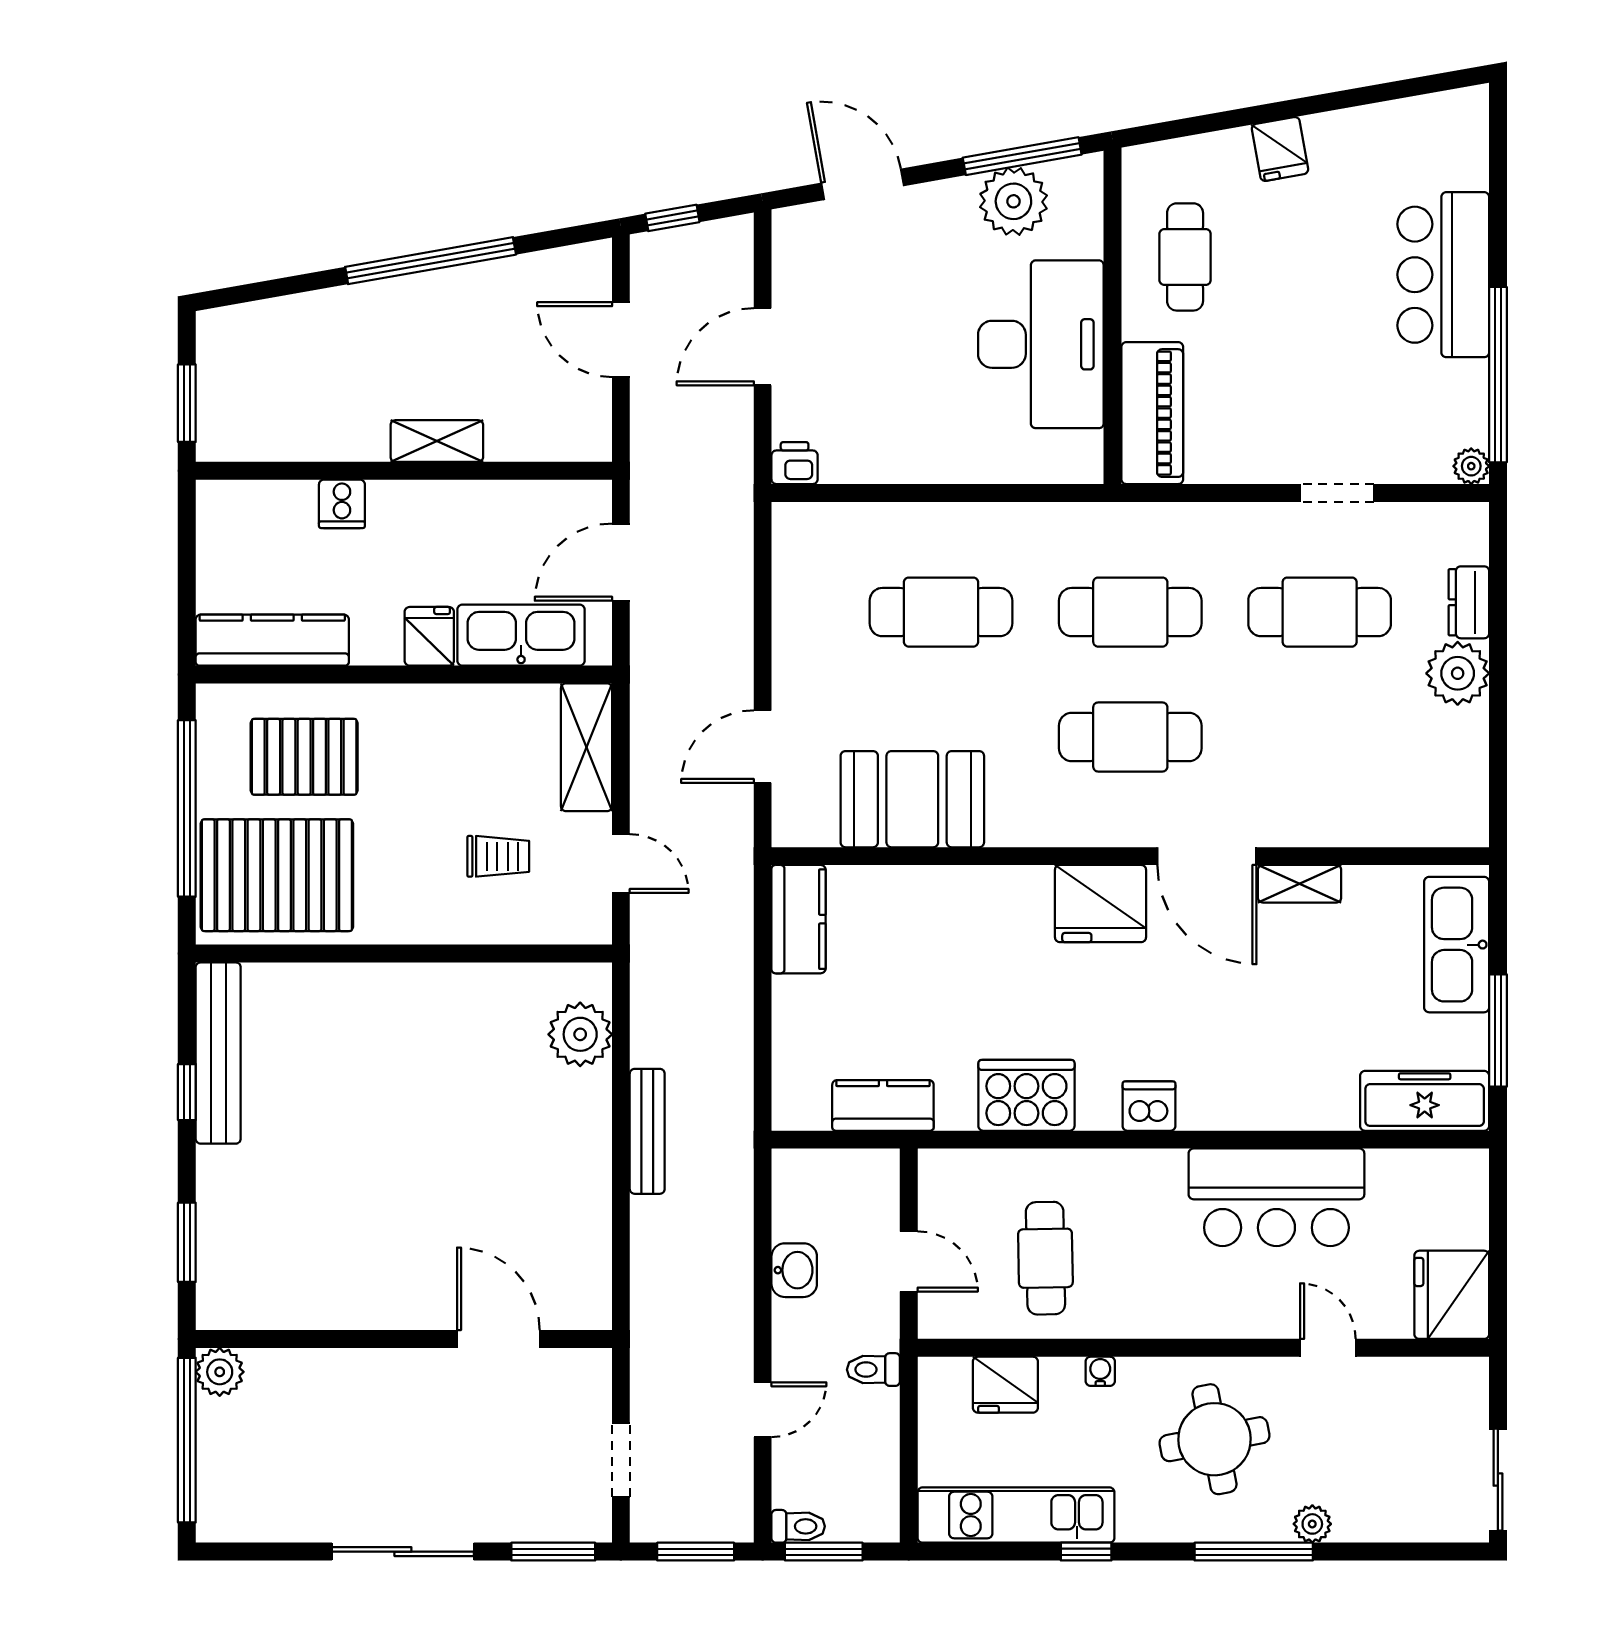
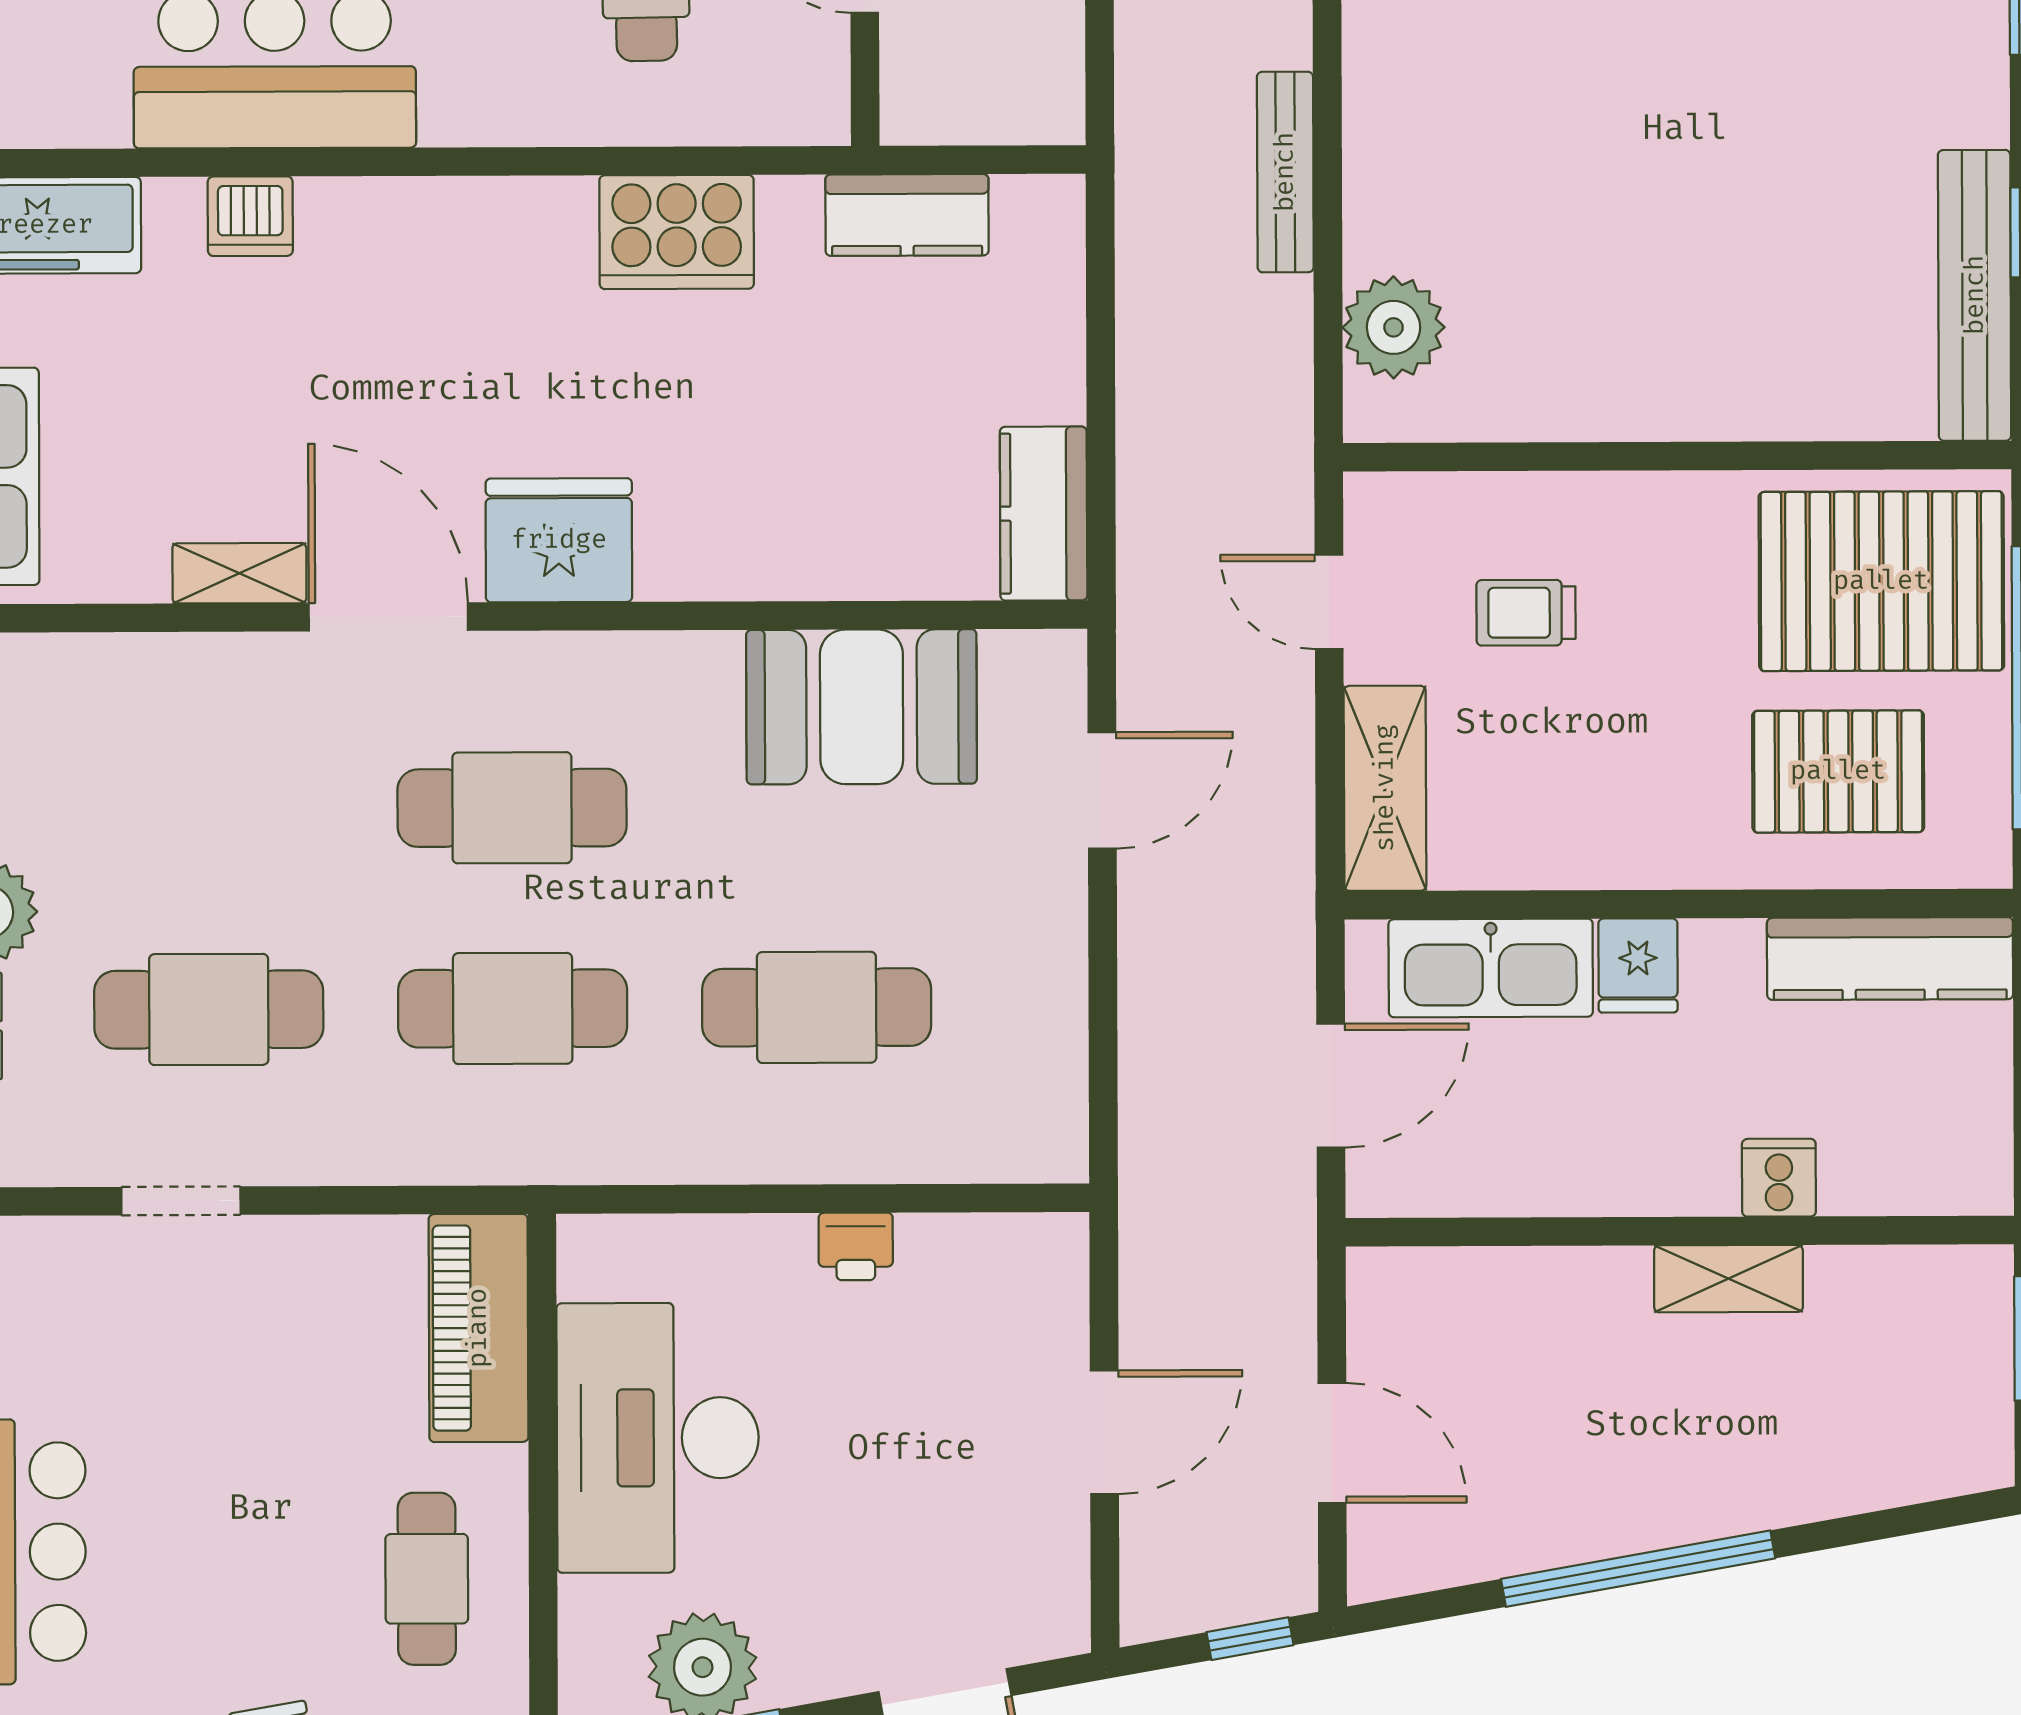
shelving: (437, 441) -> (1728, 1279), moved
printer: (795, 463) -> (856, 1246), moved
dishwasher: (1149, 1106) -> (250, 216), moved

